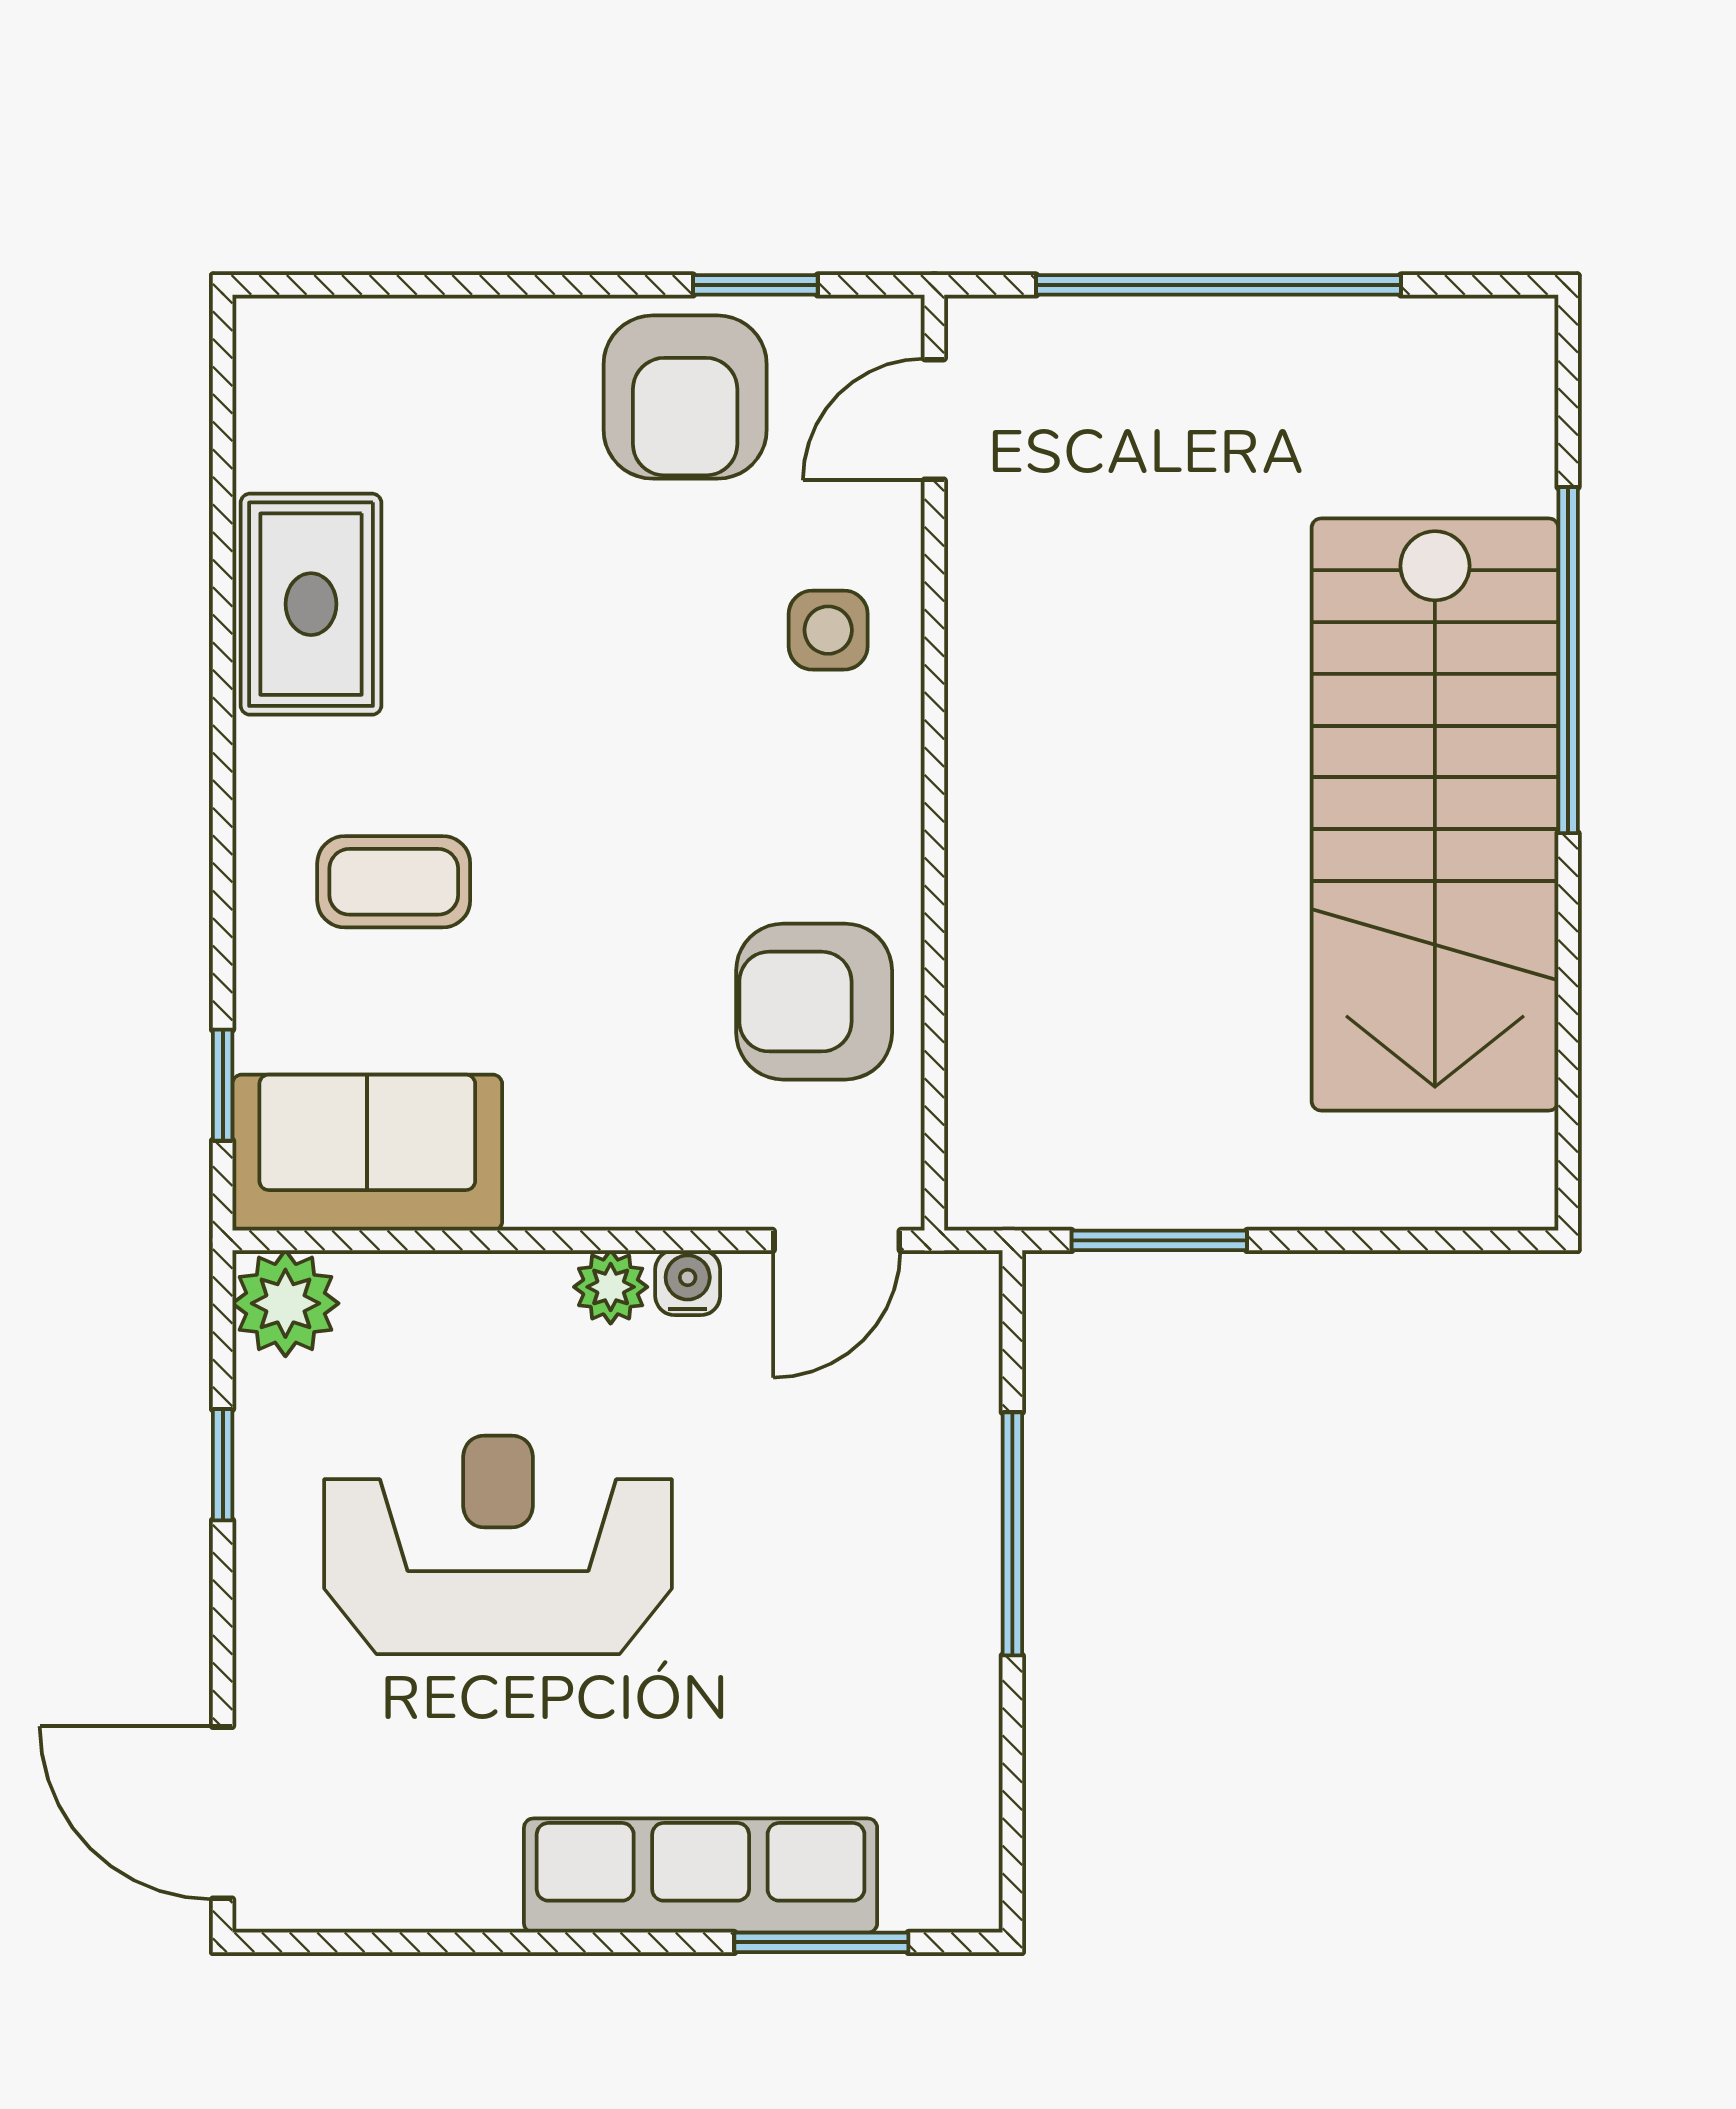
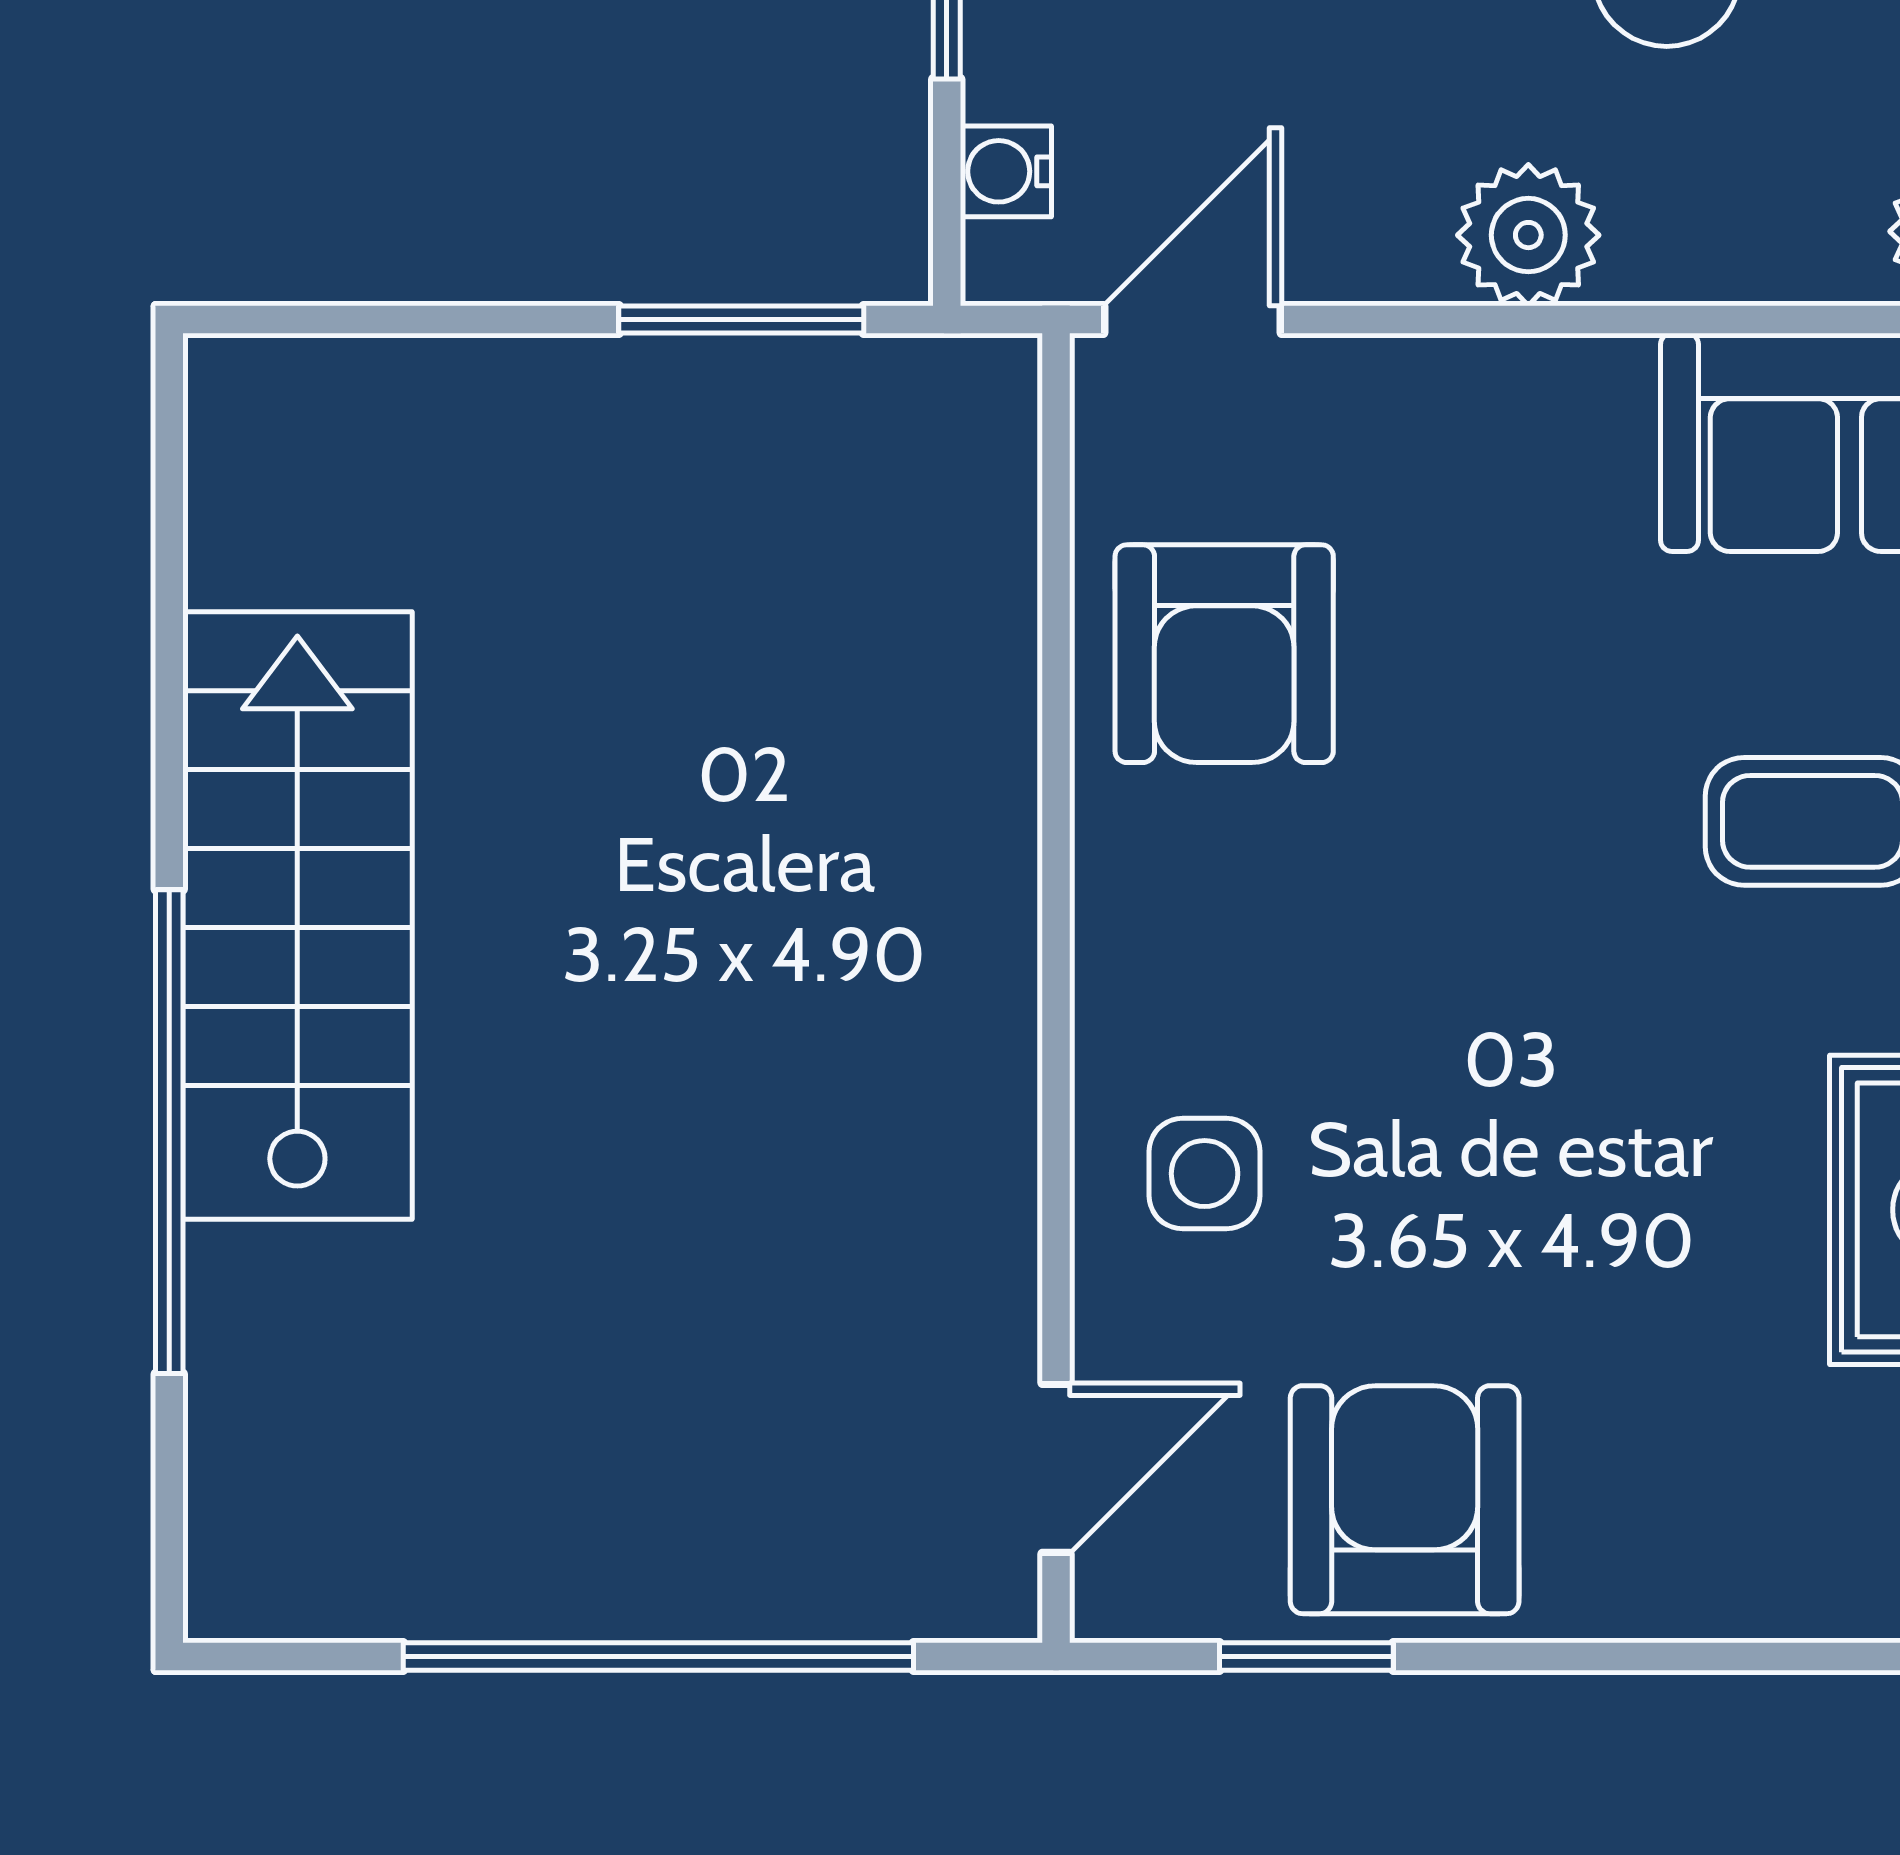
stairs: (1435, 814) -> (297, 916), width x0.73, depth x0.66
armchair: (814, 1002) -> (1224, 654), turned 90
water cooler: (688, 1283) -> (1006, 171), moved, turned 90
plant: (611, 1287) -> (1528, 235), width x1.38, depth x1.38

